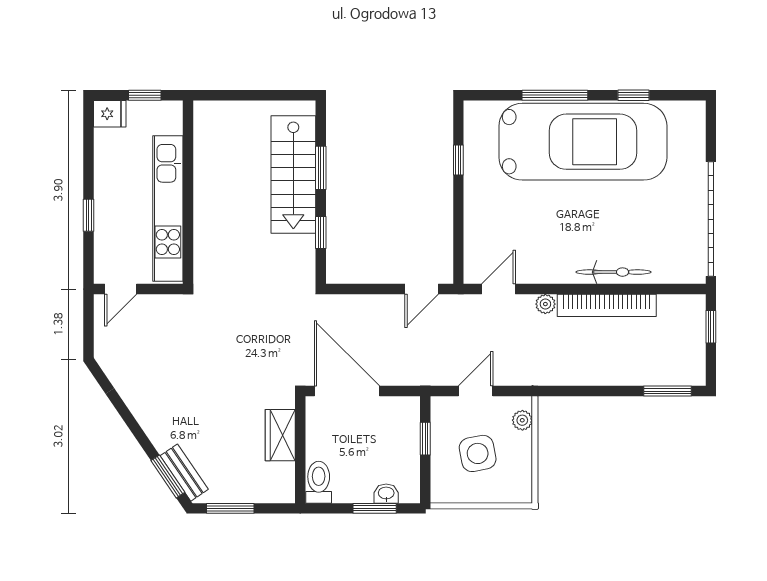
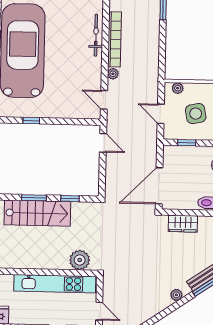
plant: (211, 252) -> (80, 260), added
plant: (153, 426) -> (176, 295), added

